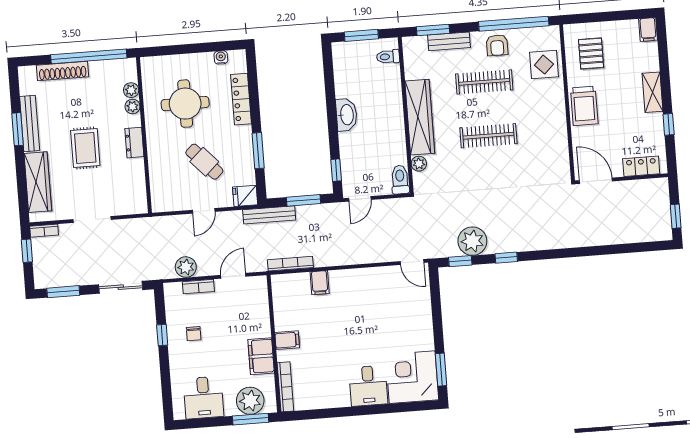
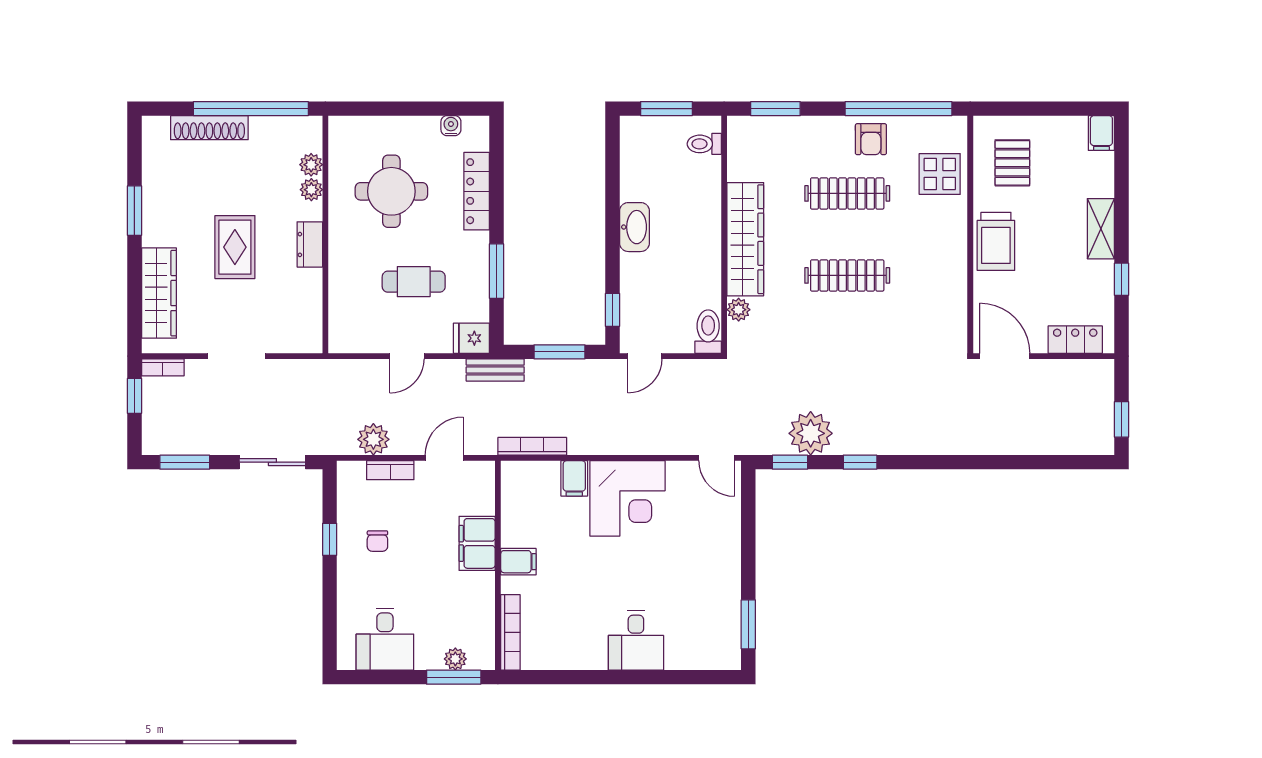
bench: (449, 41) -> (798, 128), removed
bench: (30, 124) -> (153, 203), removed
cafe table: (204, 162) -> (414, 282), turned -47
bench: (269, 215) -> (495, 370), width x0.73
filing cabinet: (261, 356) -> (477, 543), moved
corner desk: (412, 377) -> (627, 498), moved, turned 180
plant: (250, 401) -> (455, 659), width x0.53, depth x0.53

